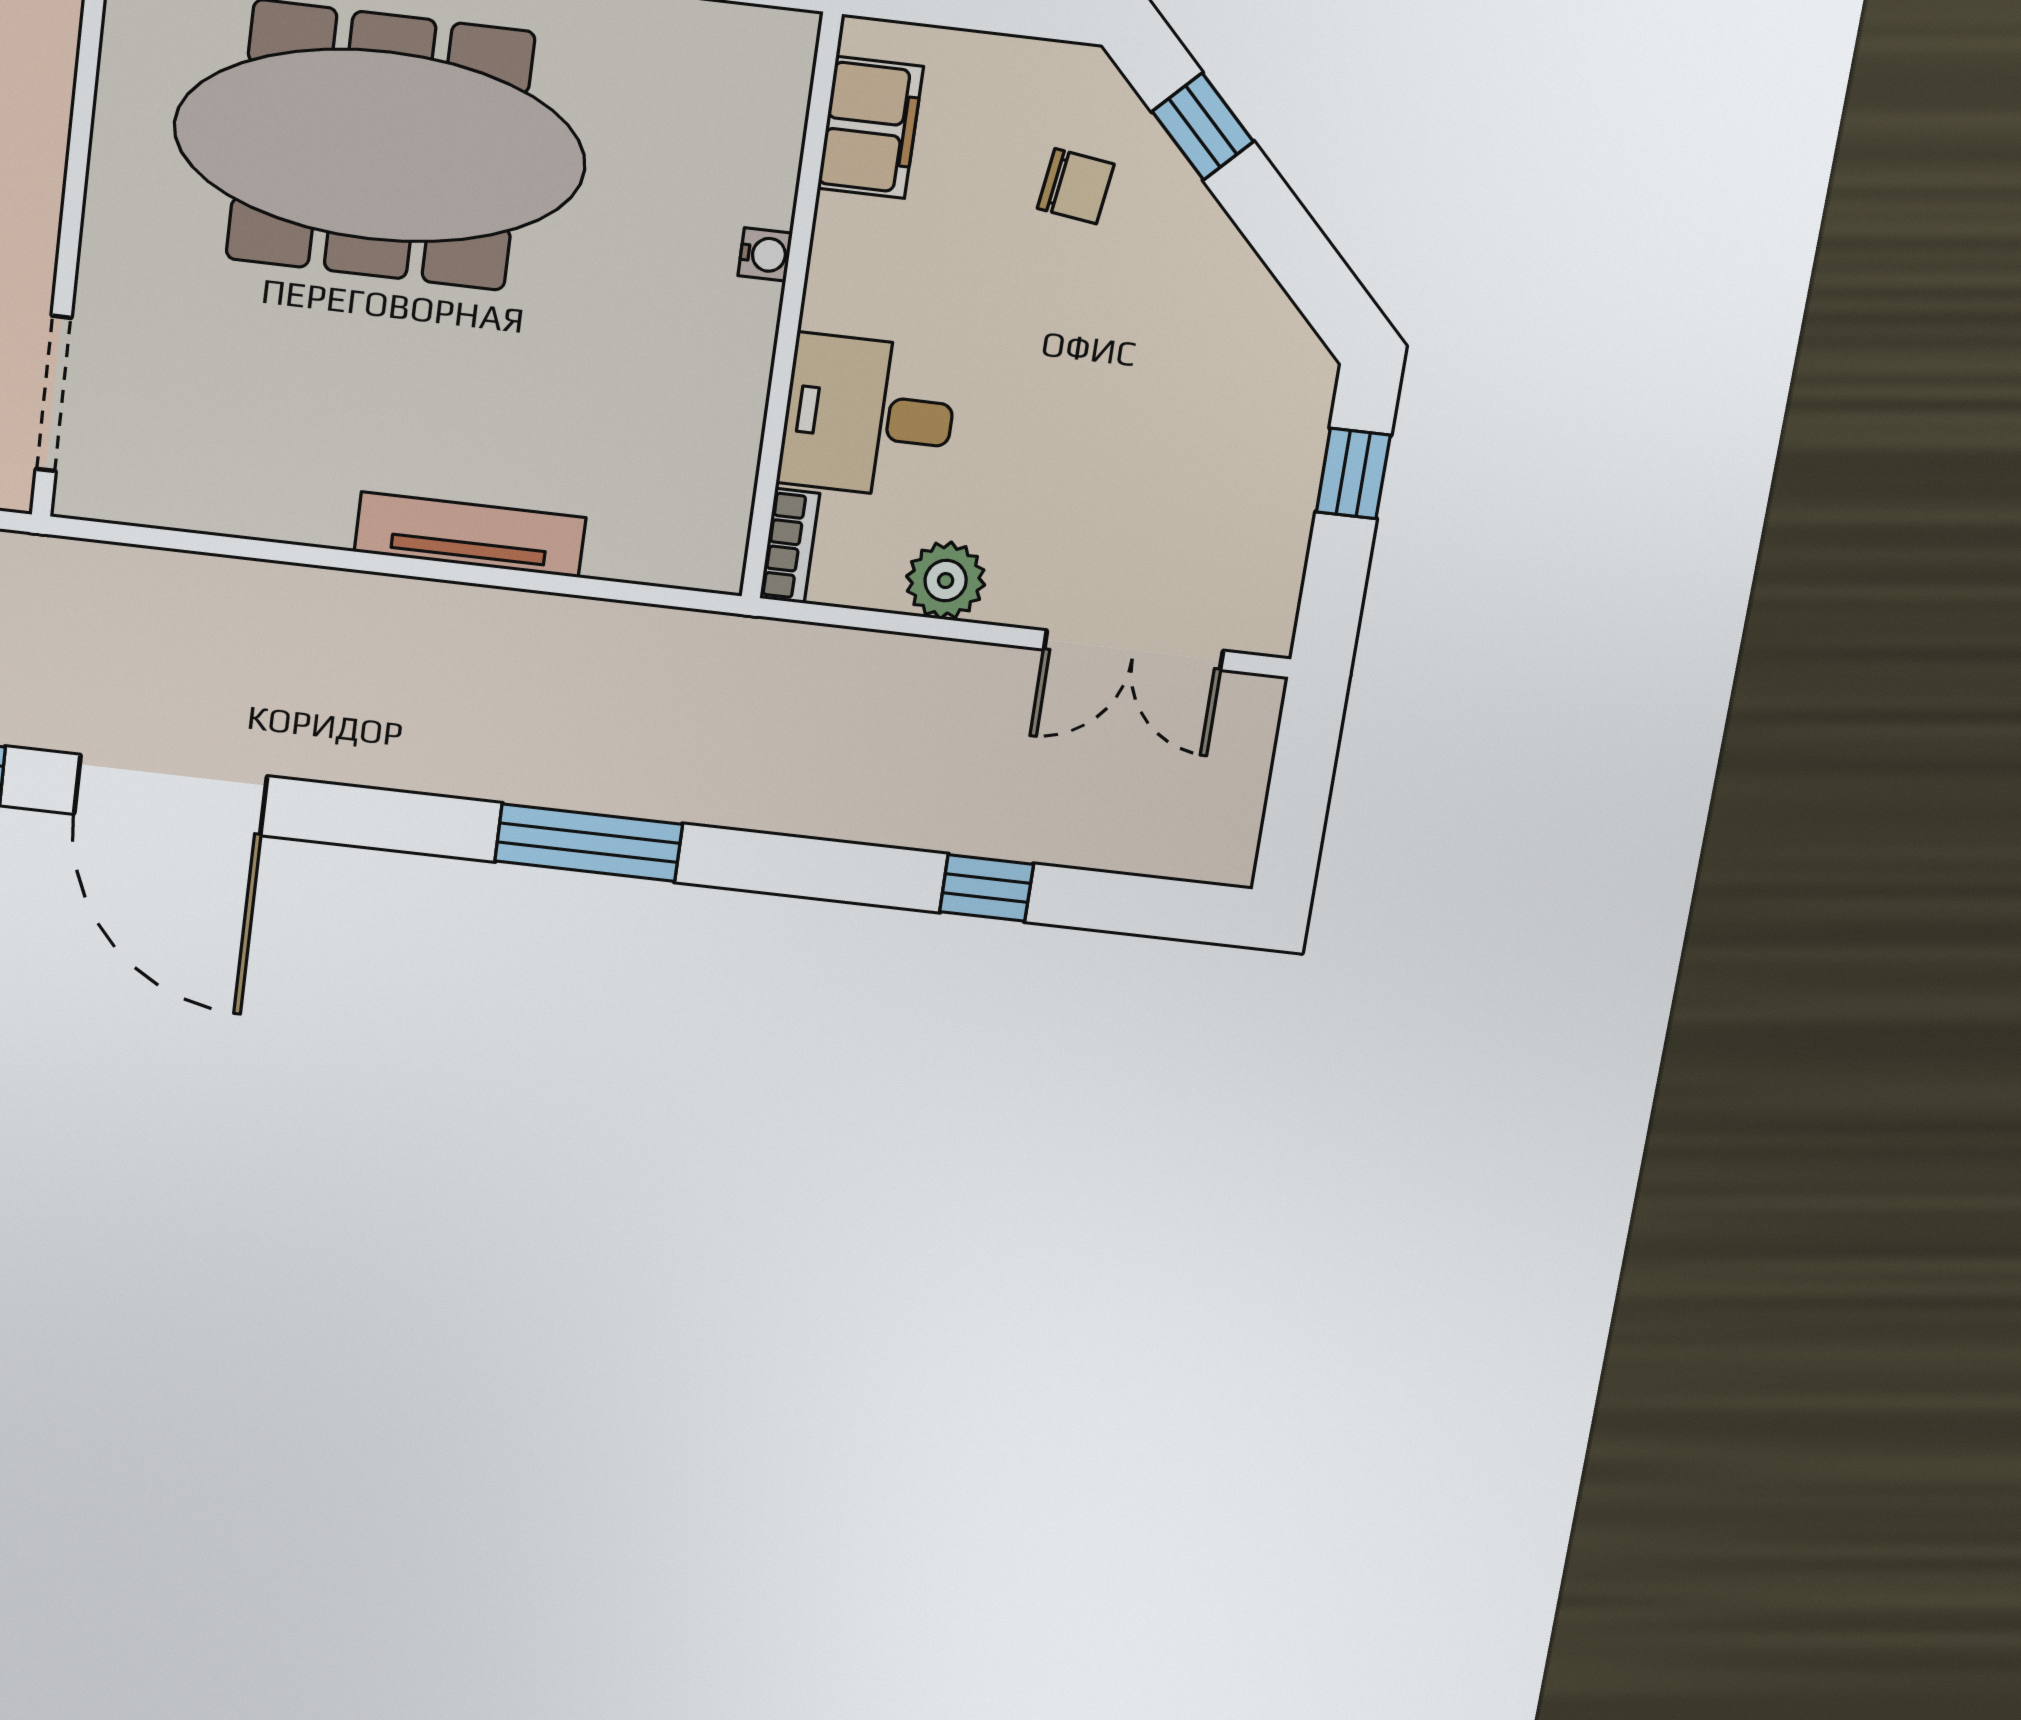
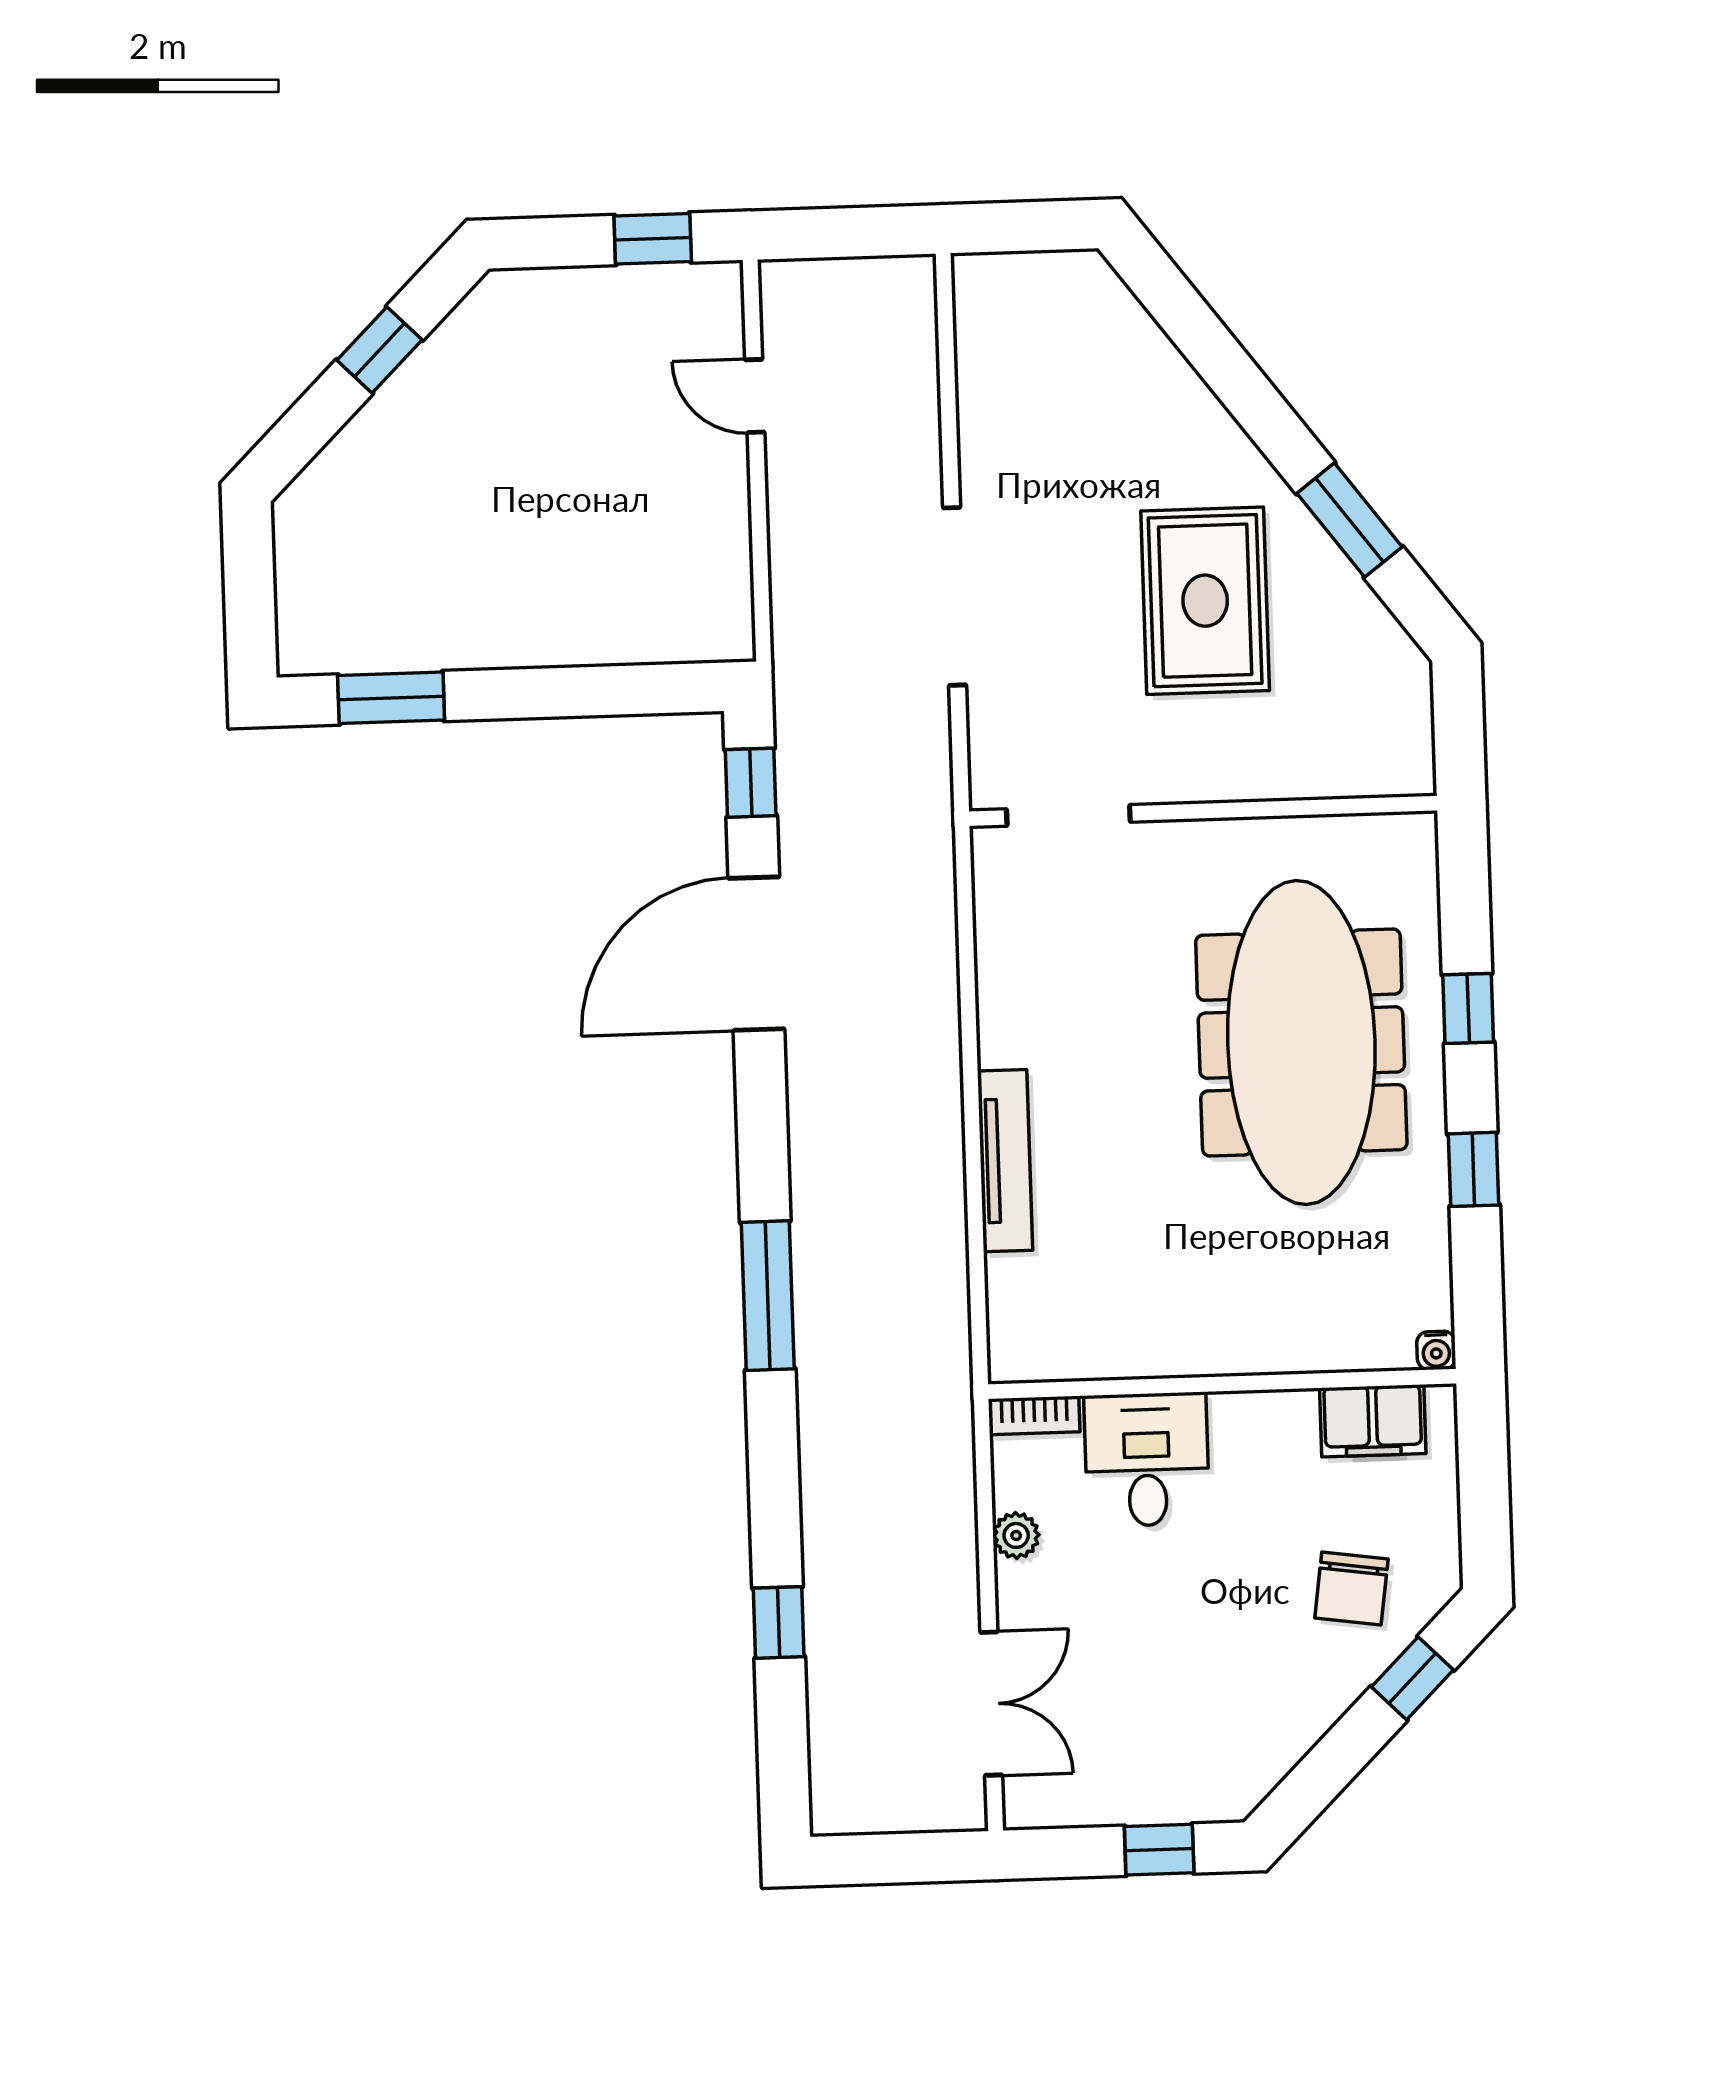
chair: (1076, 186) -> (1351, 1588), width x1.37, depth x1.37
water cooler: (765, 254) -> (1436, 1350), moved
plant: (946, 581) -> (1016, 1535), width x0.73, depth x0.73
double door: (1134, 650) -> (991, 1704), swing flipped

